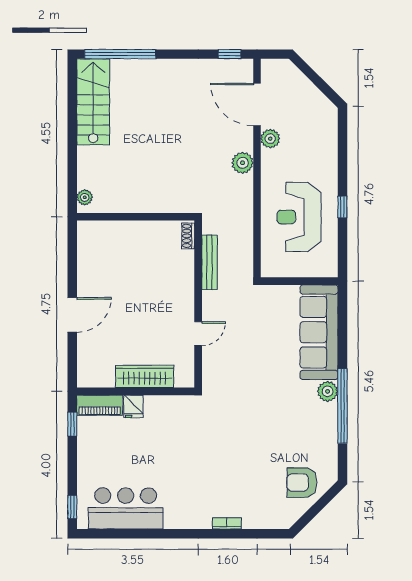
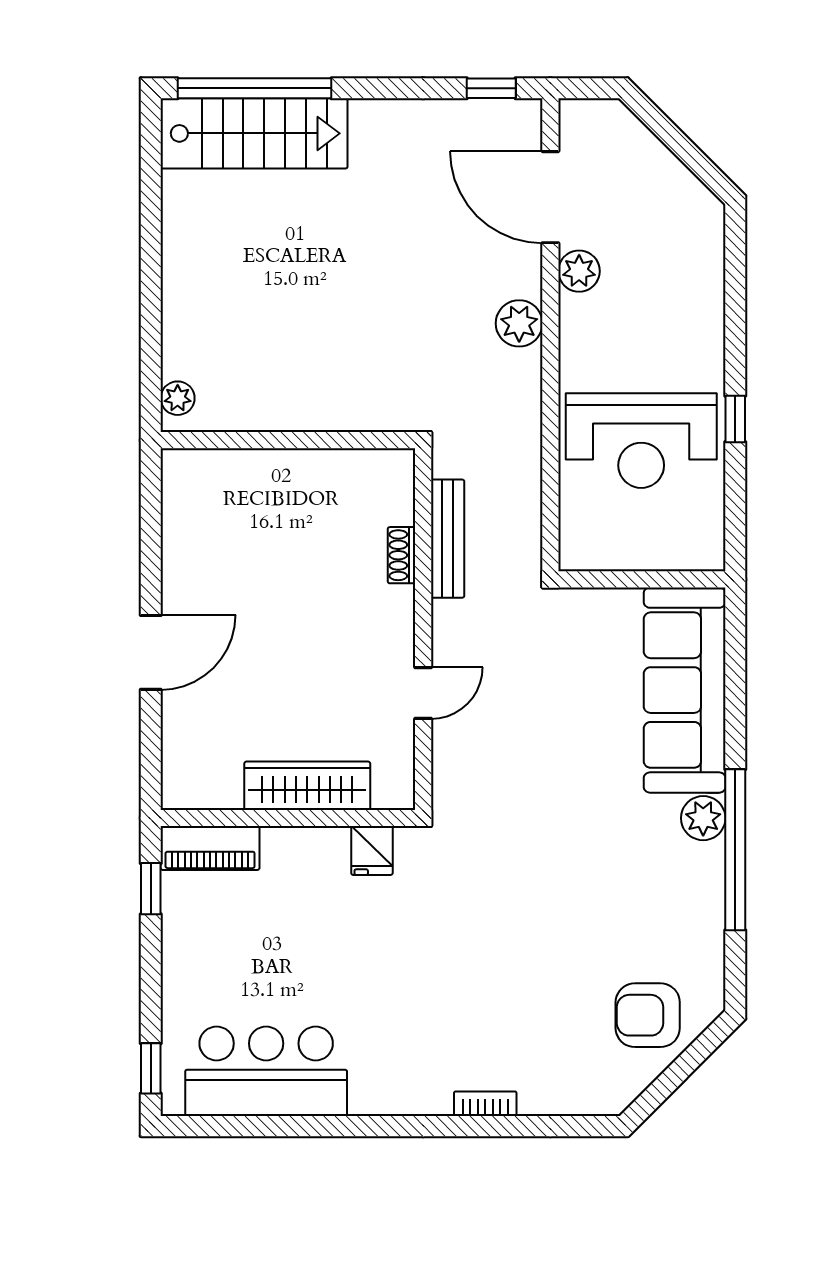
stairs: (93, 102) -> (254, 133), moved, turned 90
reception desk: (299, 217) -> (641, 441), turned -90
shoe rack: (188, 236) -> (401, 555), moved
fridge: (133, 406) -> (372, 850), moved

